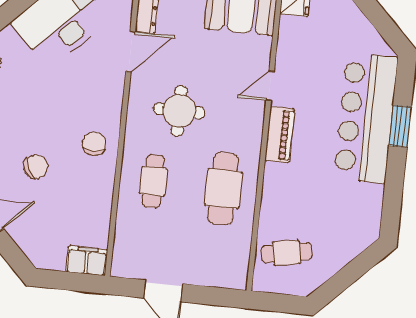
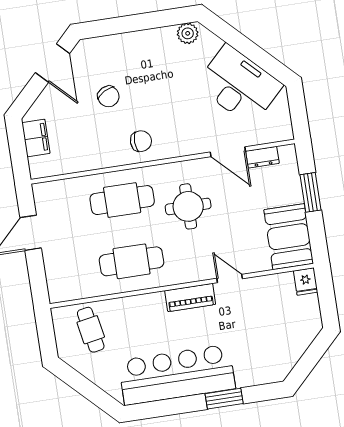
bar counter: (366, 118) -> (177, 375), moved
cafe table: (153, 181) -> (122, 200), width x1.37, depth x1.35
filing cabinet: (87, 261) -> (36, 138), moved

